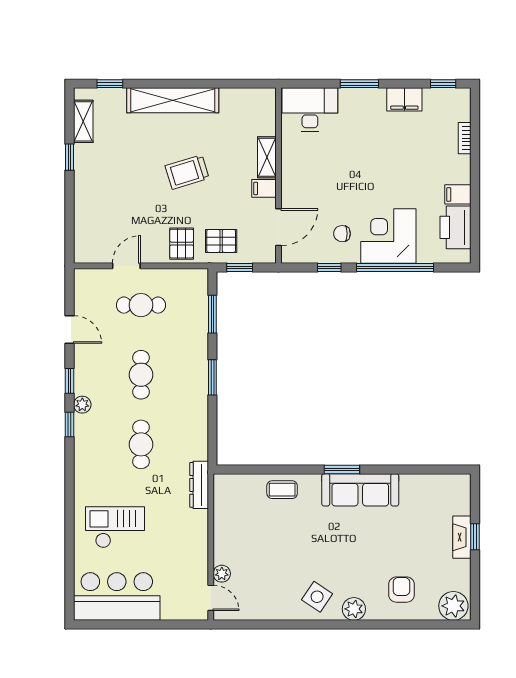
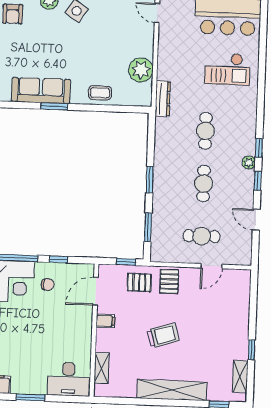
shelving: (267, 157) -> (102, 368), moved
plant: (222, 574) -> (141, 70), moved, width x1.87, depth x1.87

